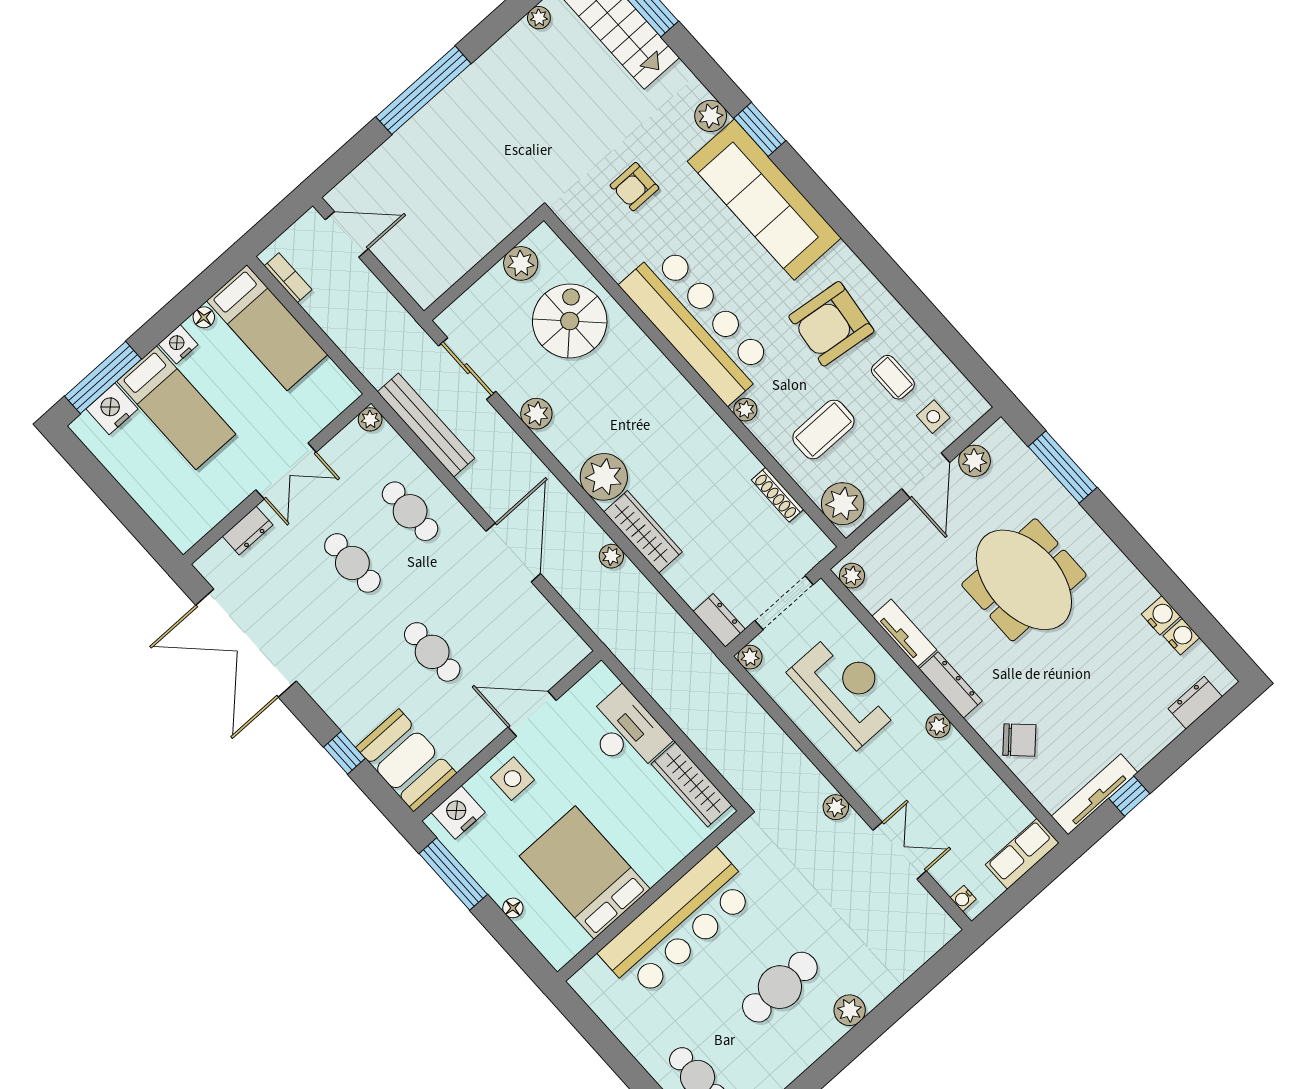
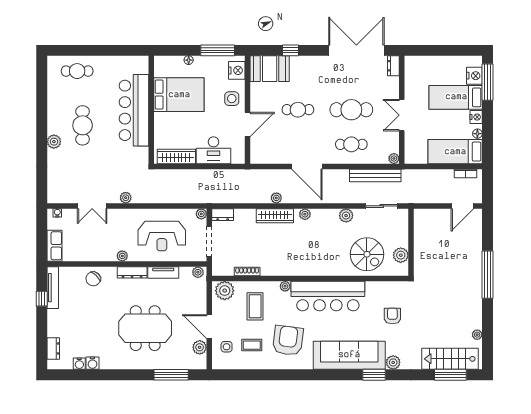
plant: (604, 477) -> (305, 214), width x0.53, depth x0.53
dresser: (248, 531) -> (393, 66), moved
cafe table: (352, 563) -> (351, 110), width x1.37, depth x1.35

